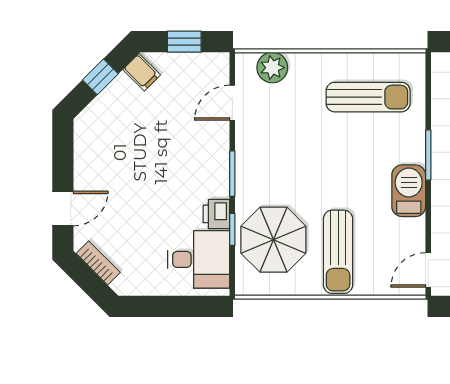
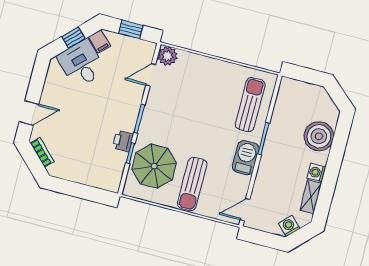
plant: (272, 68) -> (168, 56), moved
sun lounger: (368, 97) -> (250, 105), moved, turned -90
desk: (199, 259) -> (81, 64), moved, turned -135

